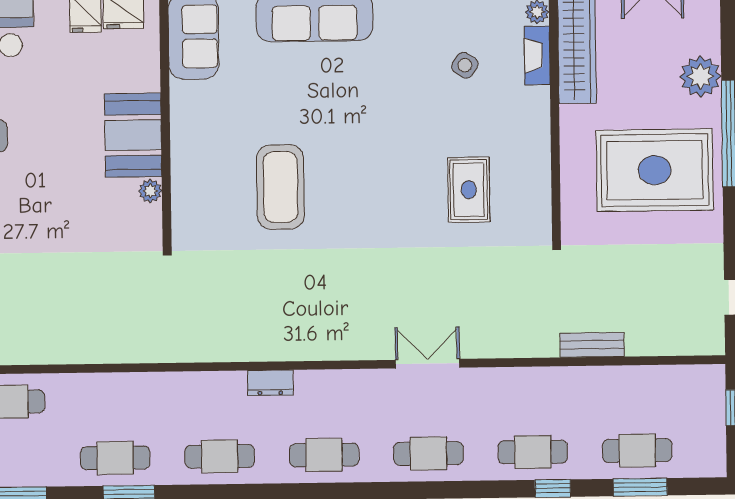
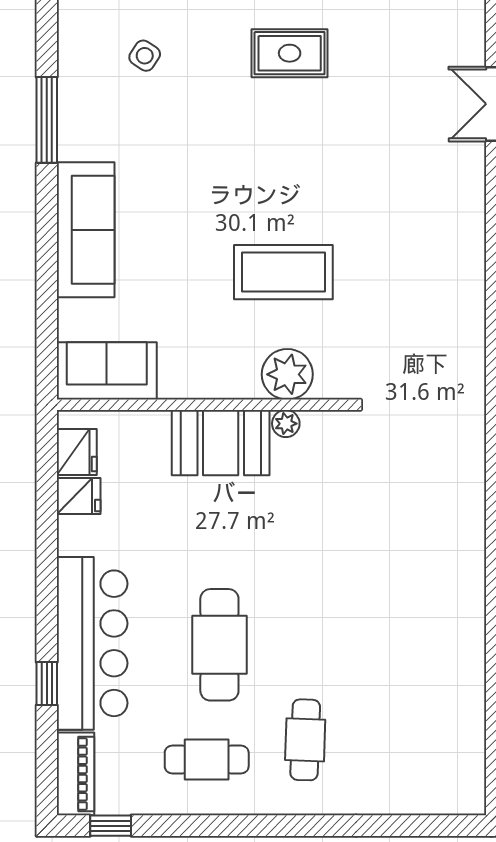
plant: (193, 192) -> (287, 374), added

